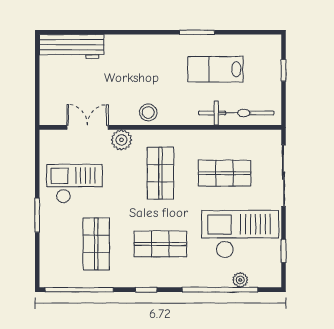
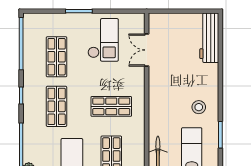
stool: (148, 112) -> (199, 107), moved
double door: (88, 127) -> (147, 50), swing flipped
plant: (121, 140) -> (137, 76), removed
shop shelf: (96, 244) -> (57, 57), turned 90

